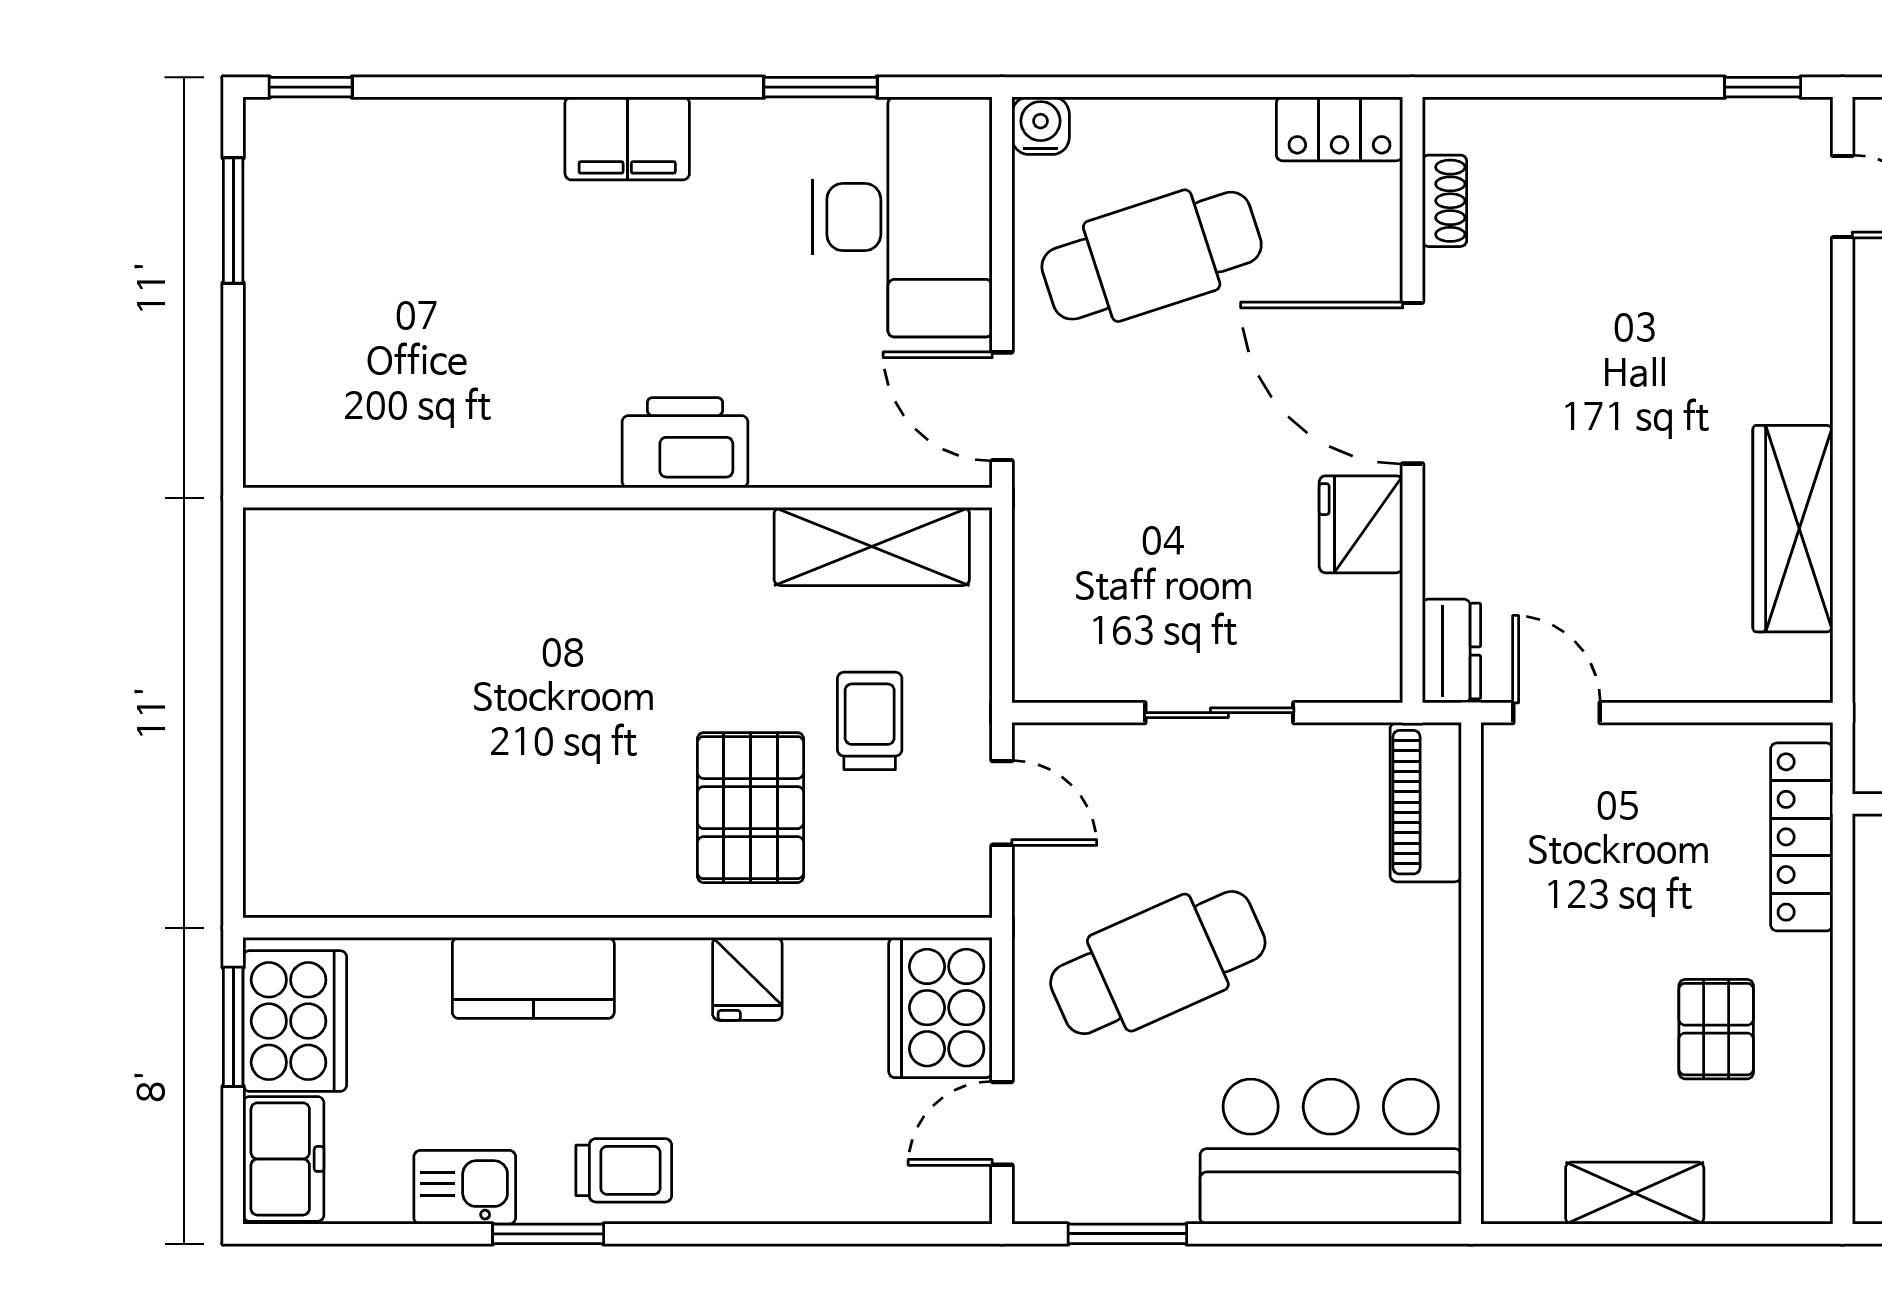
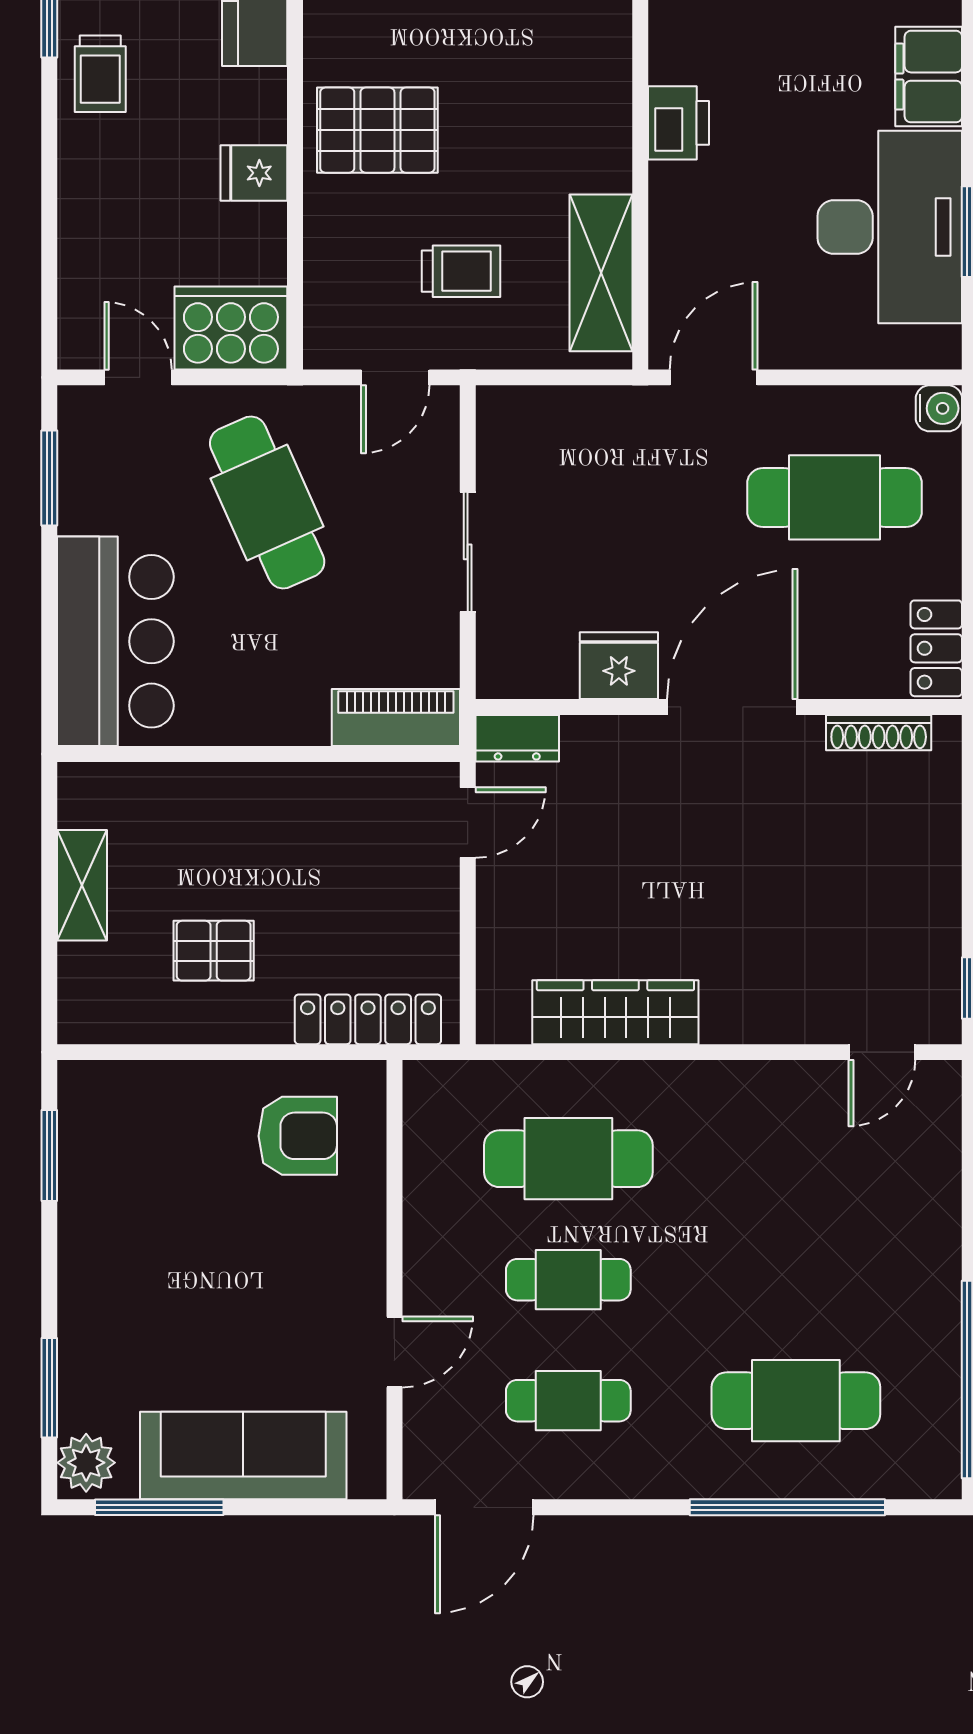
shoe rack: (1444, 201) -> (879, 733), width x1.43
desk: (902, 217) -> (890, 227), moved, turned -90
cafe table: (1152, 256) -> (834, 497), turned -72
printer: (685, 443) -> (679, 123), width x0.73, depth x0.84
pallet: (751, 808) -> (377, 130), moved

